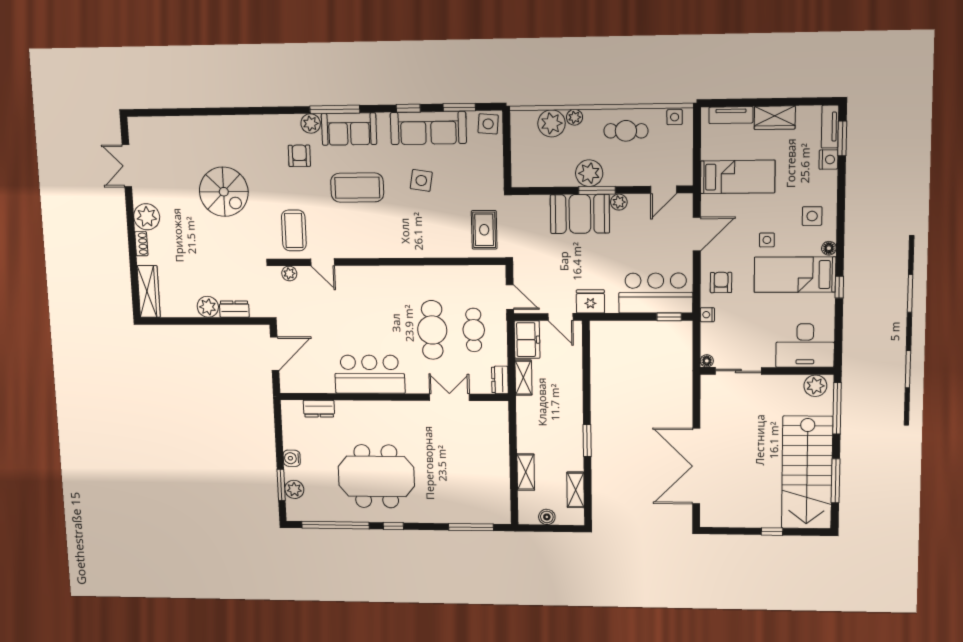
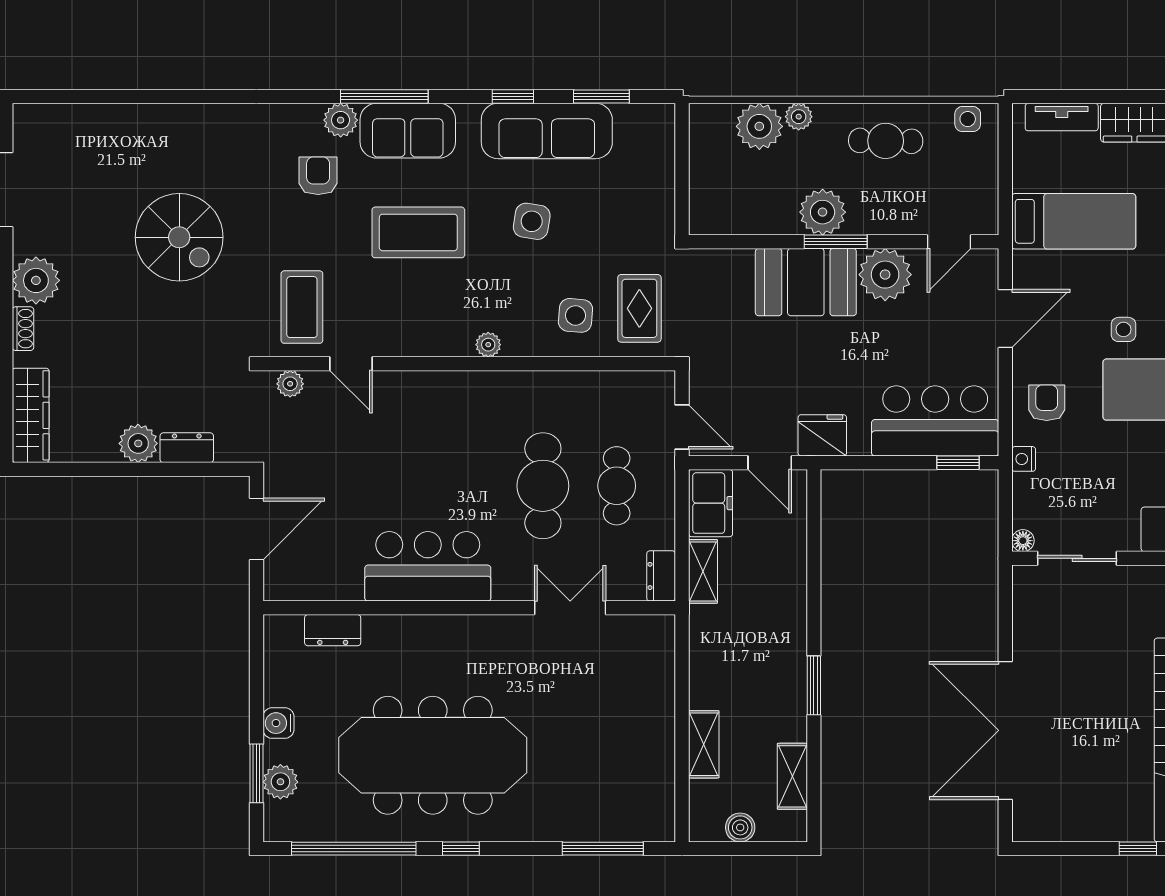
side table: (488, 124) -> (575, 315), moved
plant: (619, 202) -> (885, 275), width x1.87, depth x1.87
plant: (399, 251) -> (488, 345), added
meeting table: (376, 476) -> (433, 755), width x1.36

